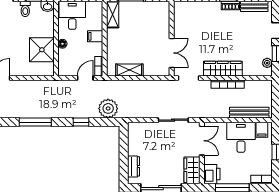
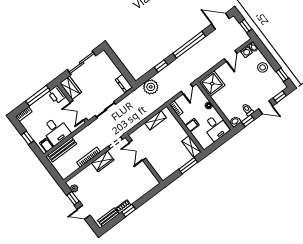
shower: (42, 50) -> (212, 84), moved
wardrobe: (223, 69) -> (103, 161), width x0.67
door: (85, 78) -> (187, 89), moved
window: (35, 122) -> (189, 45), width x1.46
dresser: (134, 166) -> (124, 83), moved

